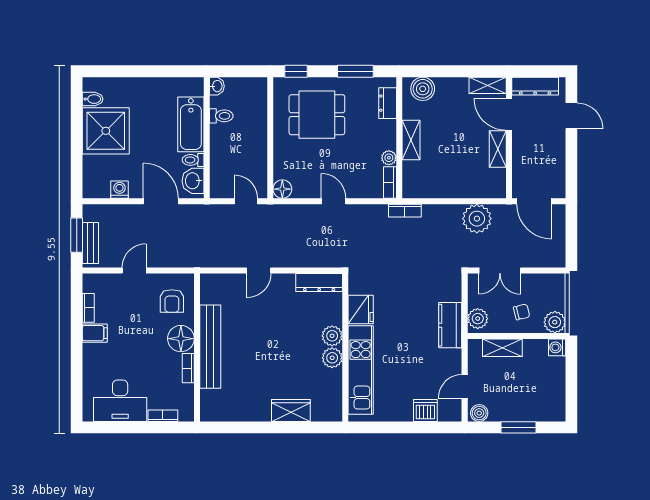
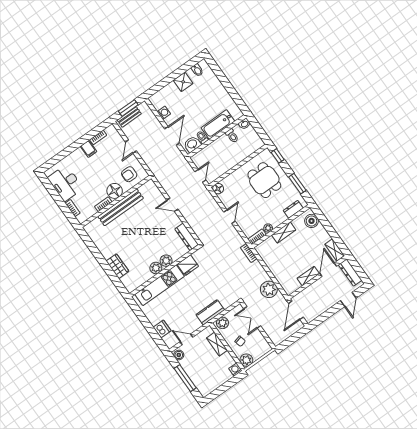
shower: (106, 131) -> (183, 82), width x0.54, depth x0.54
door: (134, 270) -> (131, 146), swing flipped
window: (519, 427) -> (185, 378), width x1.44

